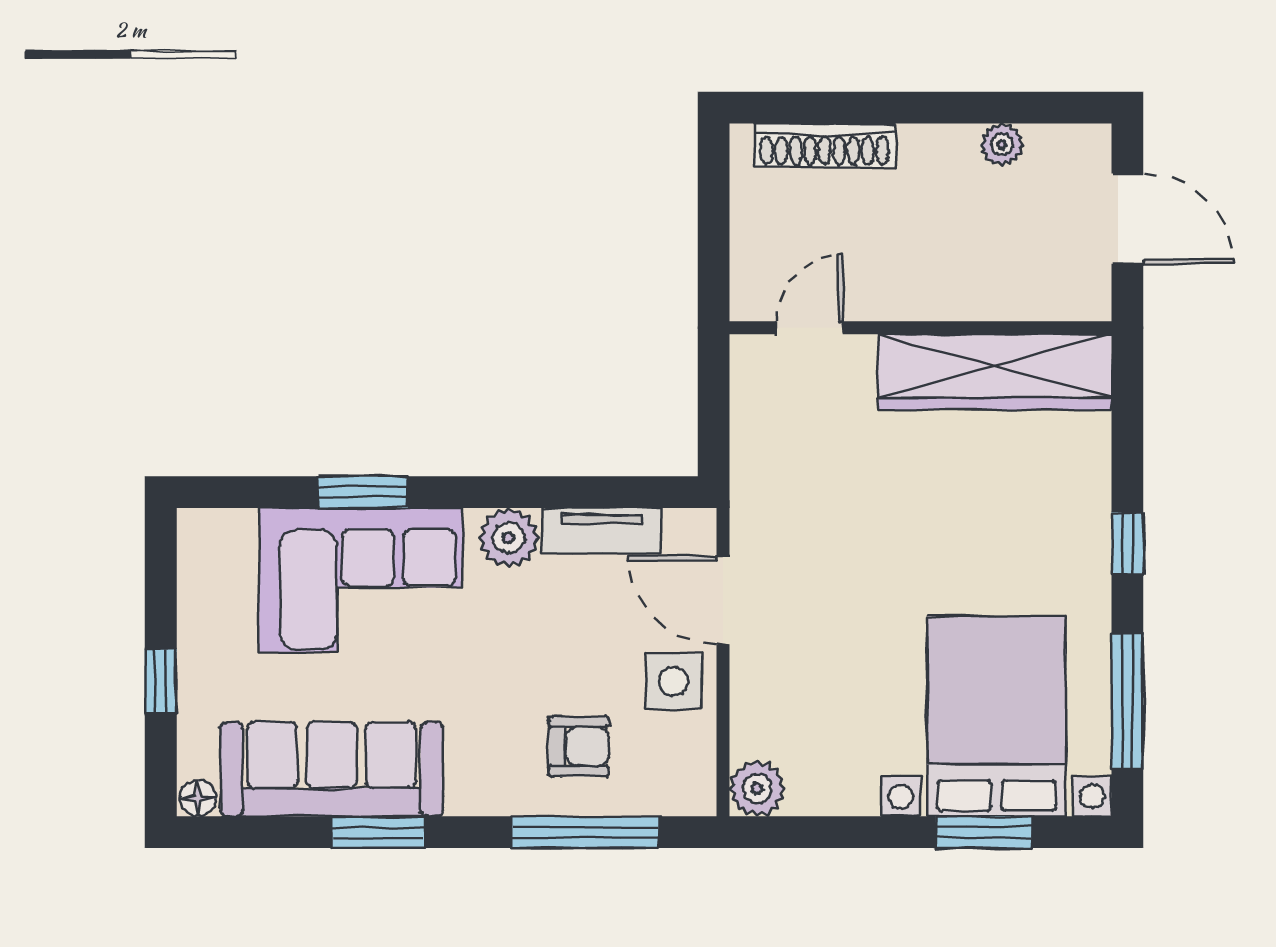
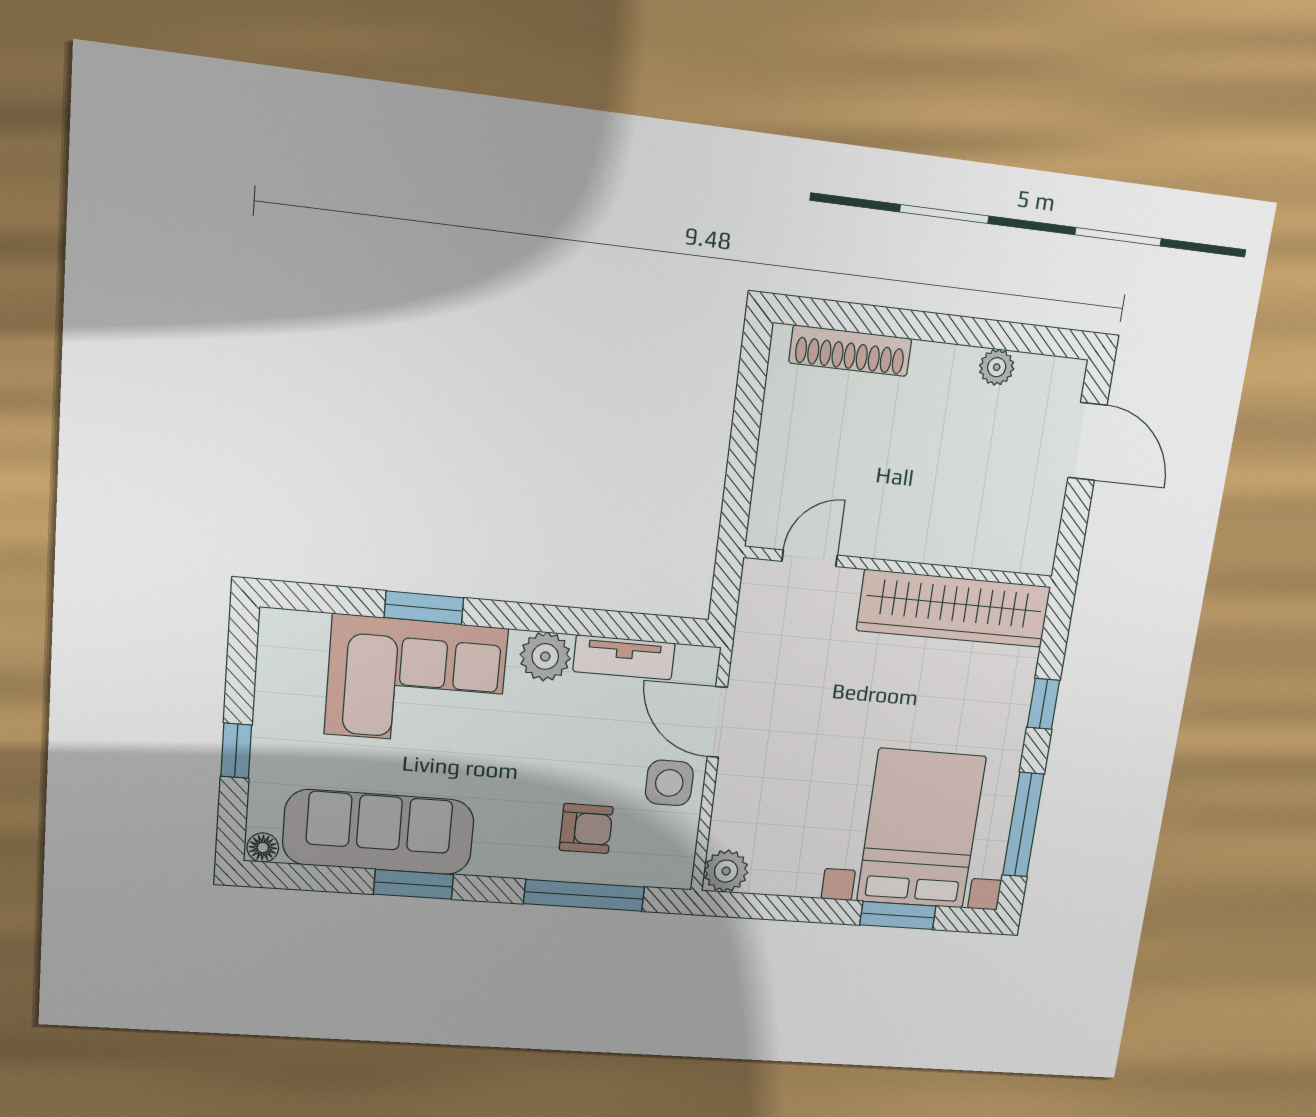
door: (809, 328) -> (810, 558), moved
wall: (920, 328) -> (900, 567), moved
wardrobe: (995, 372) -> (954, 609), moved

